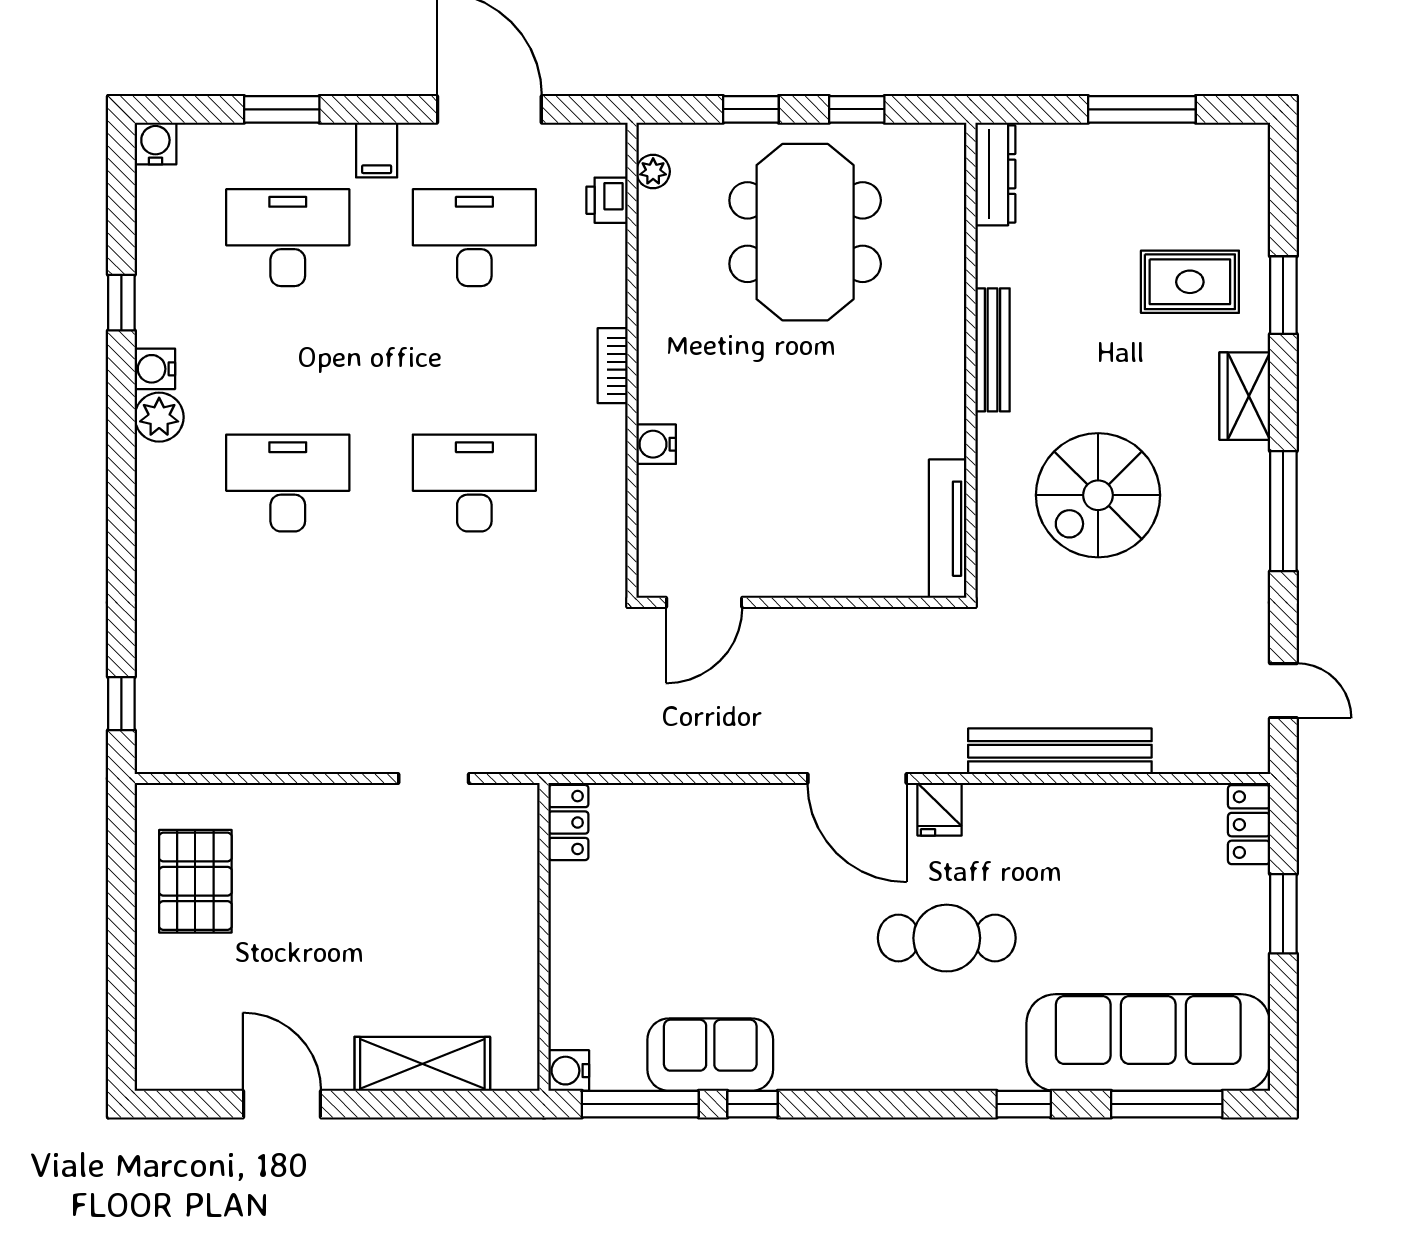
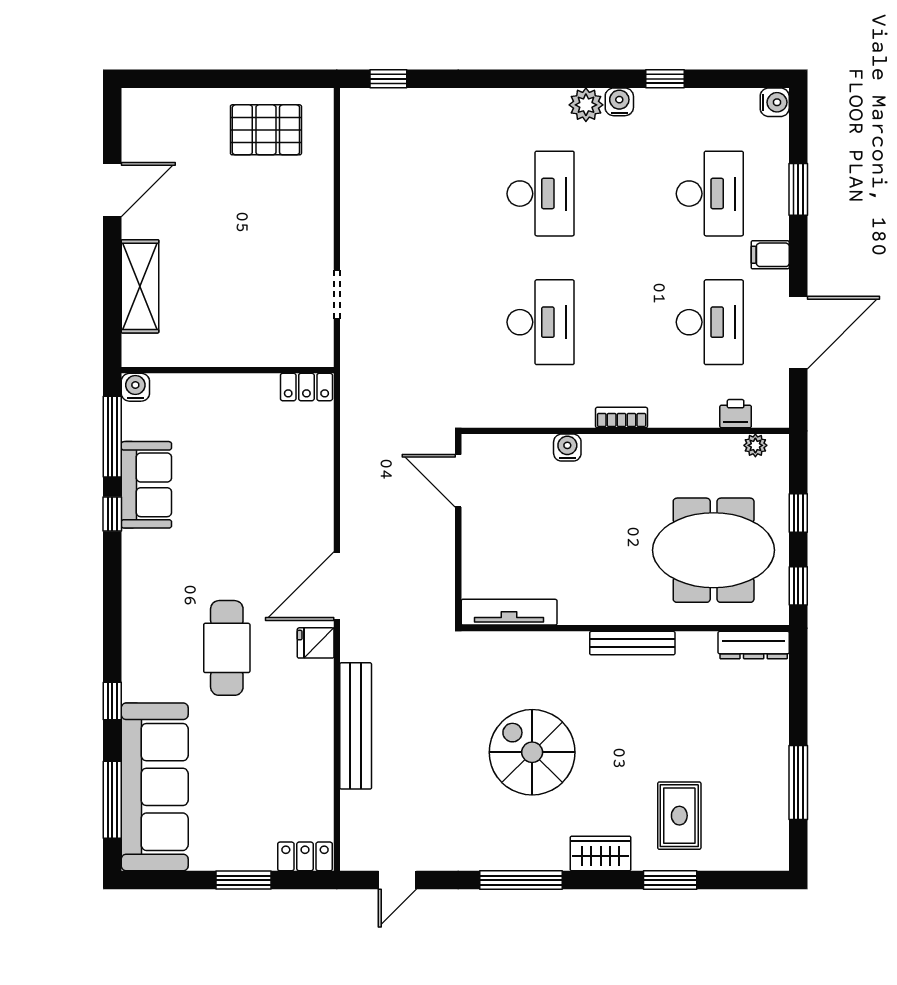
dresser: (995, 174) -> (754, 645), moved
bench: (992, 350) -> (632, 643), moved
wall: (971, 360) -> (625, 628), moved
tv unit: (948, 529) -> (509, 612), moved

